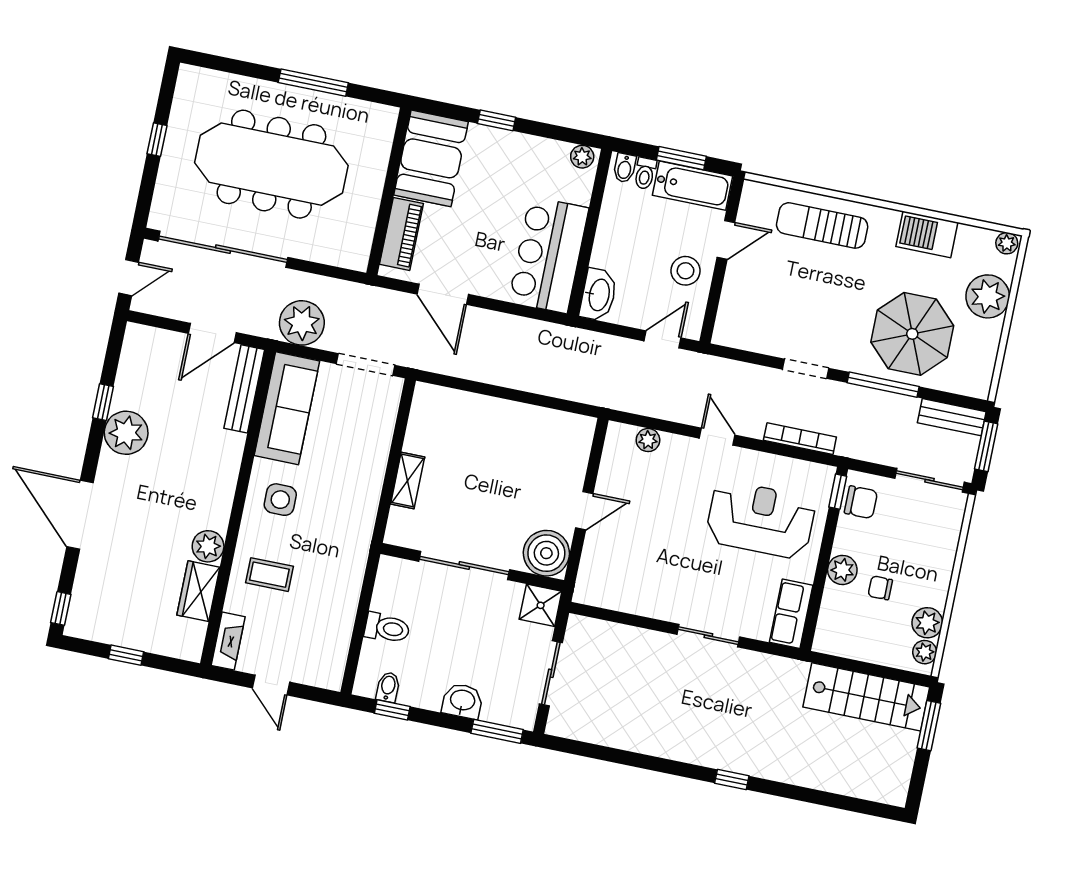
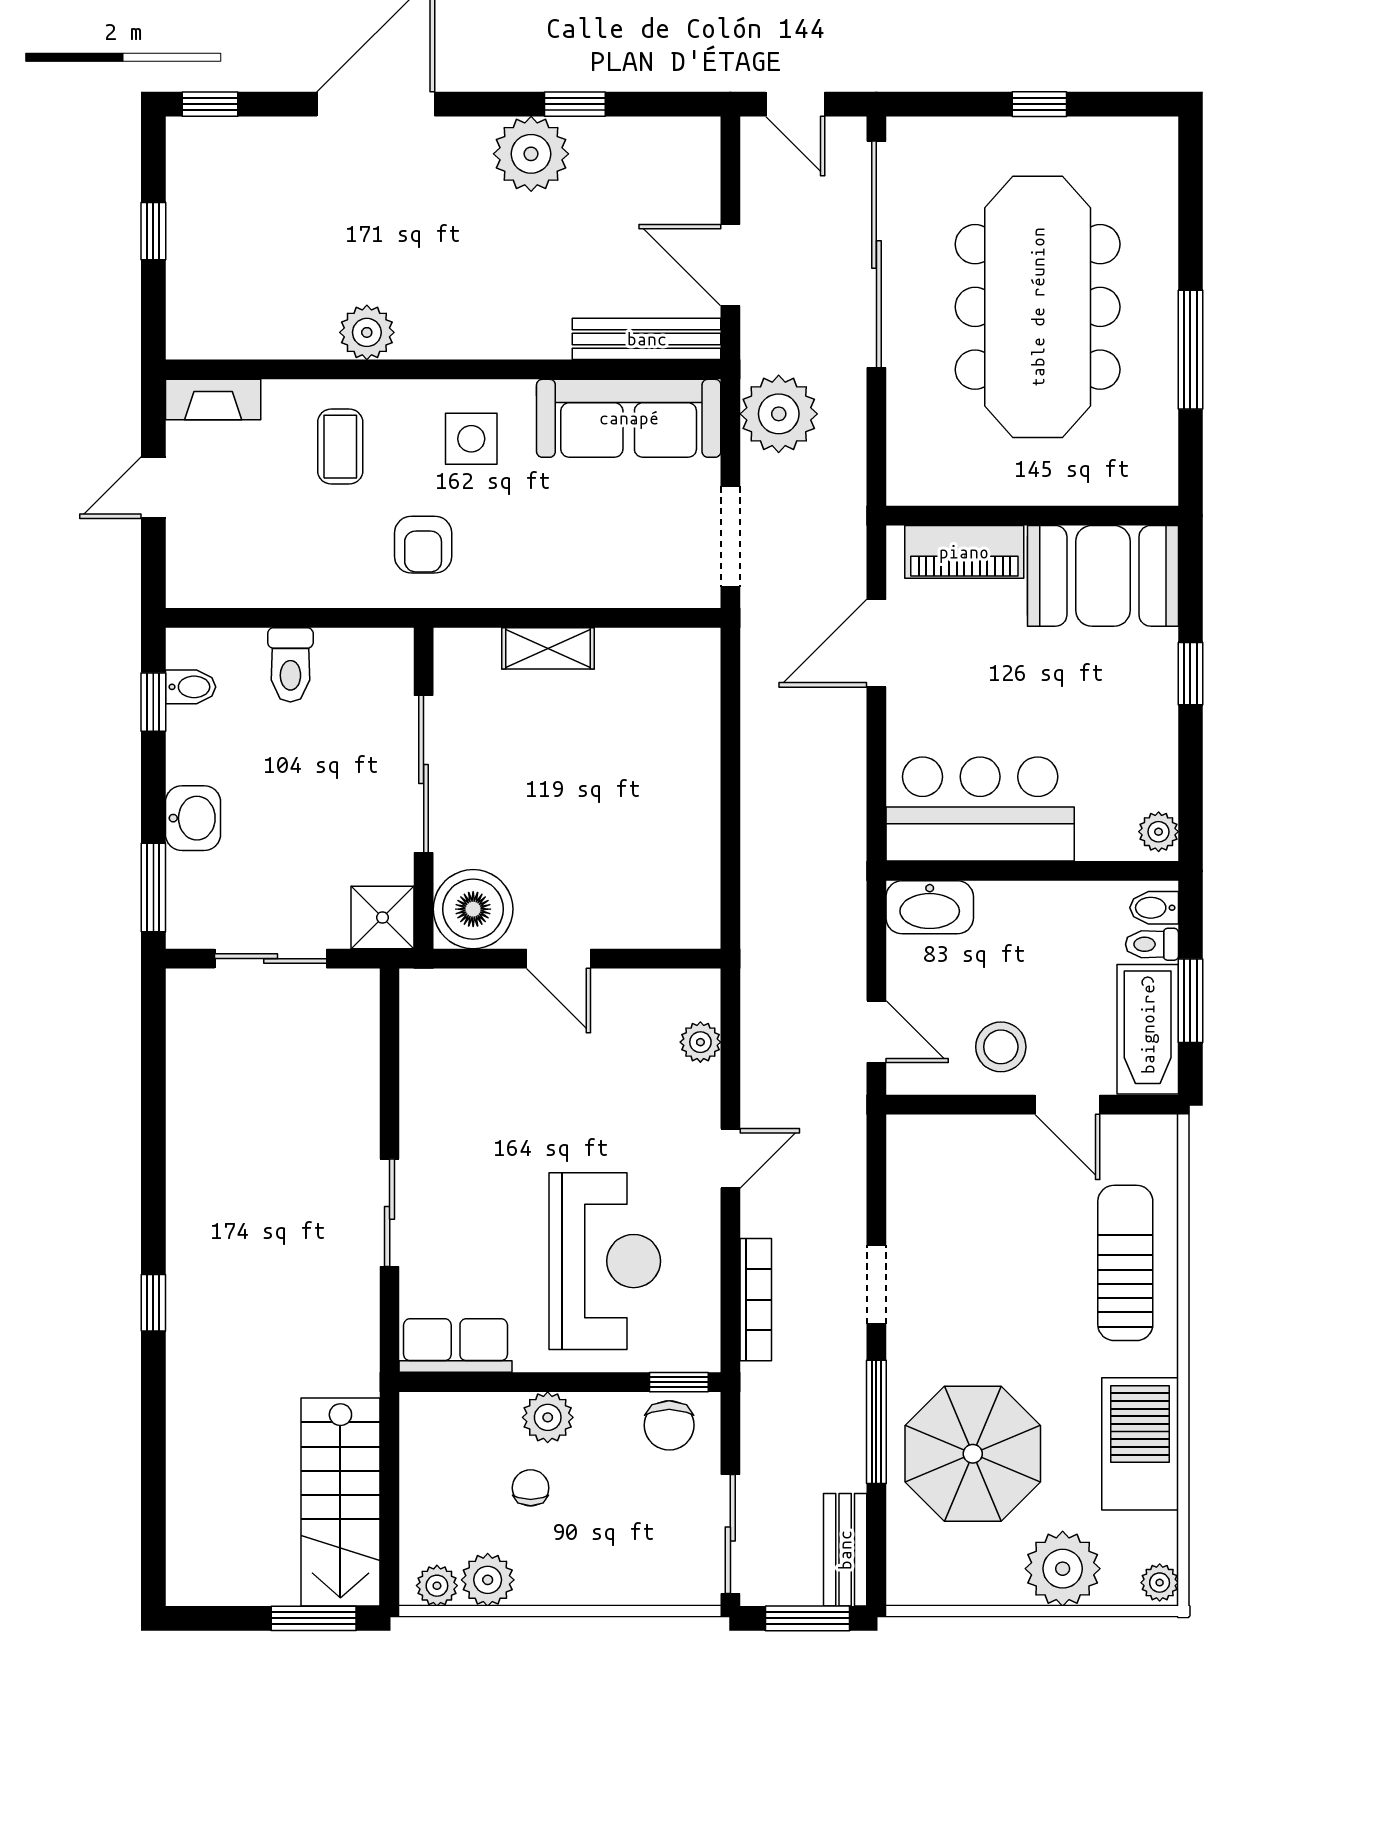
barbecue: (927, 234) -> (1140, 1444), width x1.37, depth x1.21
armchair: (335, 539) -> (423, 545), added
wardrobe: (198, 591) -> (287, 332), removed

